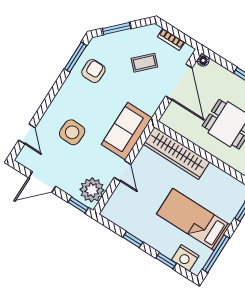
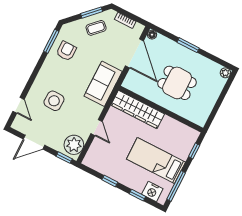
window: (117, 29) -> (92, 13), moved
coffee table: (144, 63) -> (96, 28), moved
sofa: (127, 131) -> (103, 84), moved

